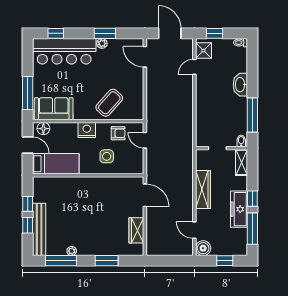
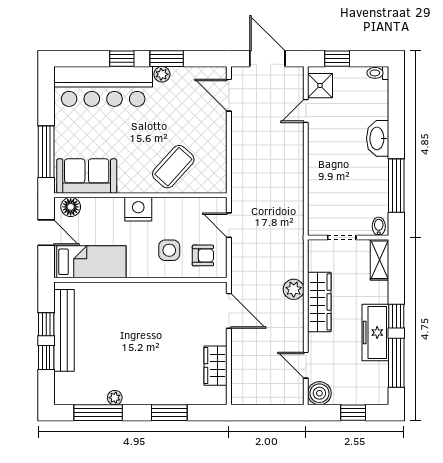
window: (56, 33) -> (122, 59), moved
armchair: (118, 133) -> (203, 255), moved
plant: (187, 181) -> (294, 289), added
bench: (39, 229) -> (64, 330), moved

